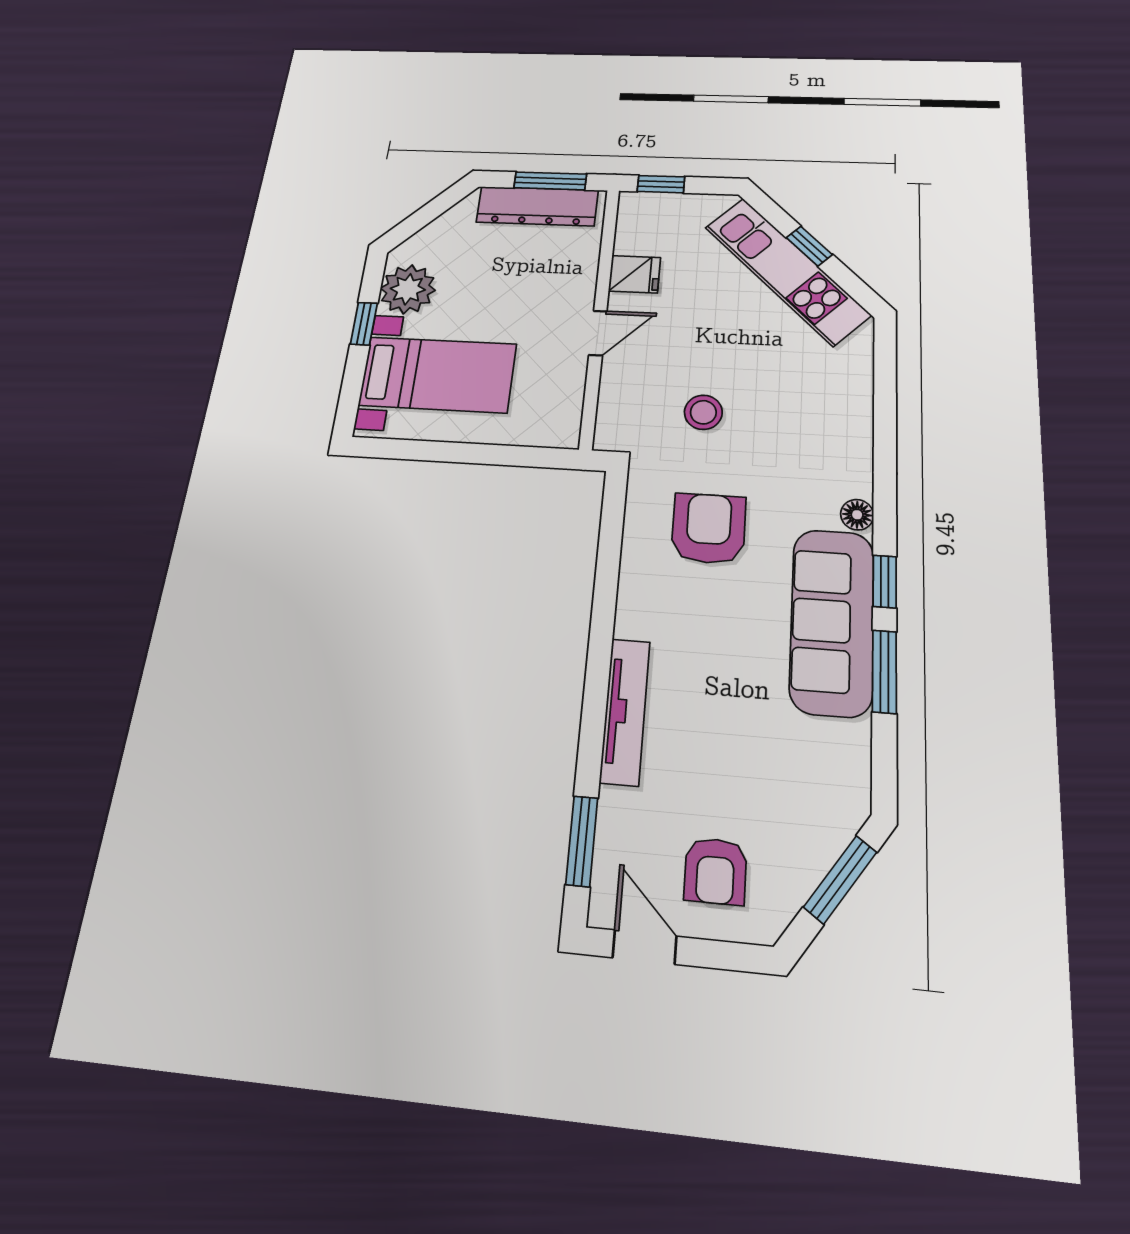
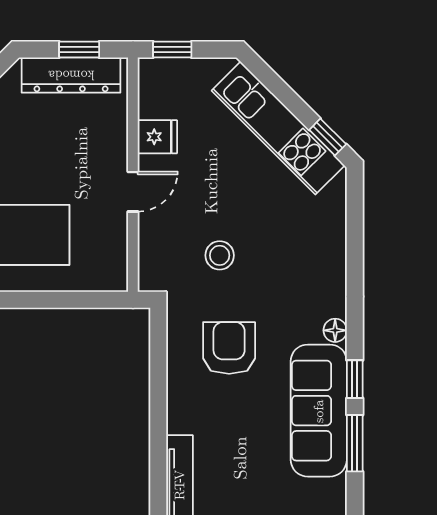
window: (550, 181) -> (79, 49), width x0.67
window: (809, 246) -> (328, 137), moved

